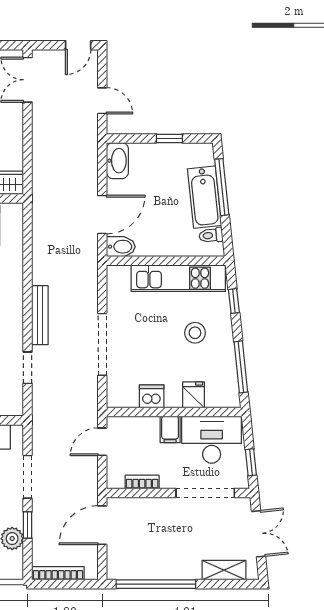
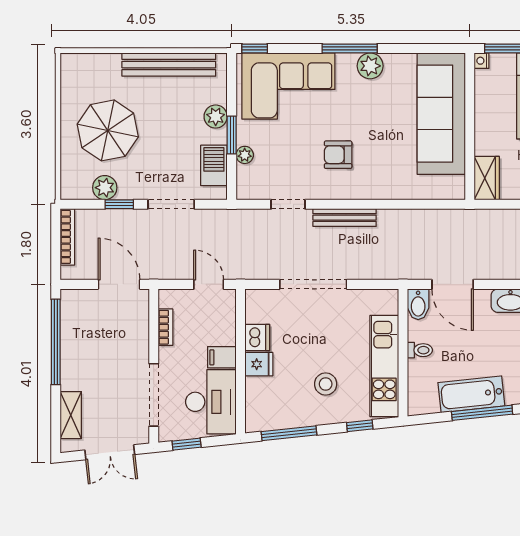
toilet: (211, 235) -> (420, 350), moved, turned 96
fridge: (193, 395) -> (259, 364), moved

